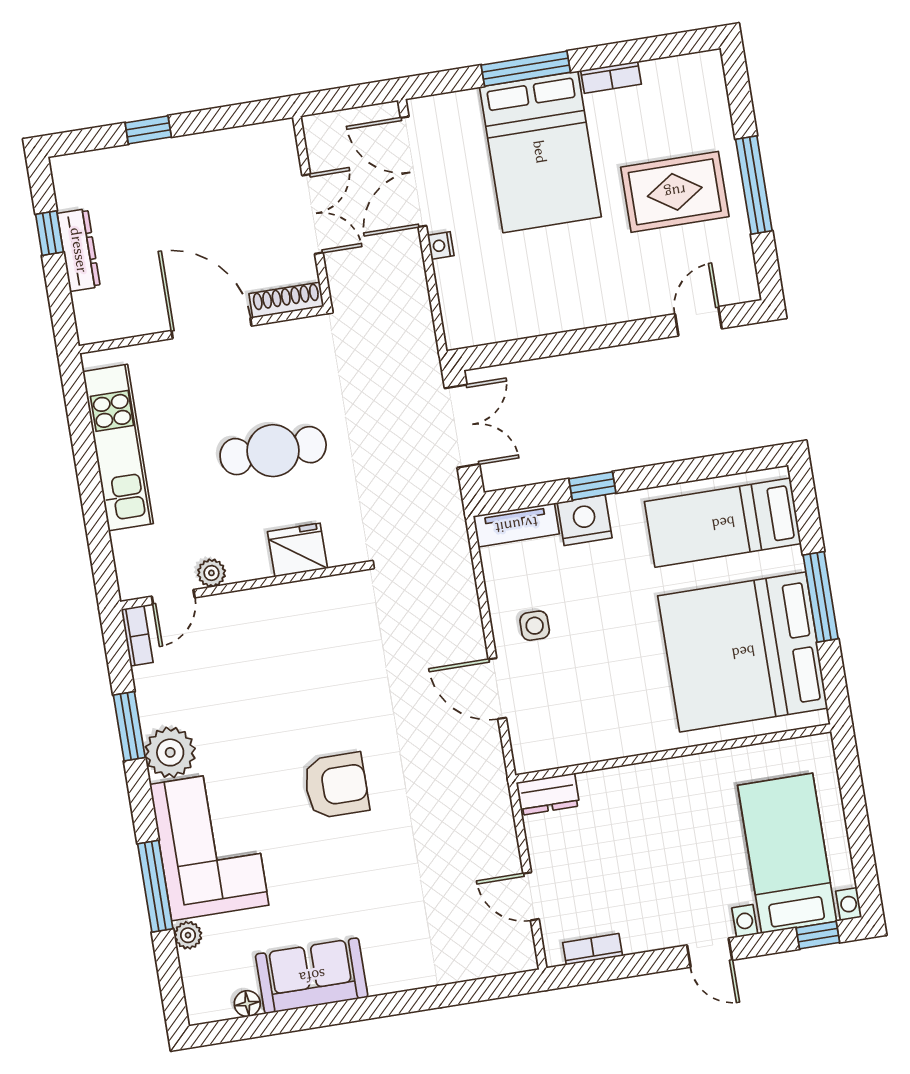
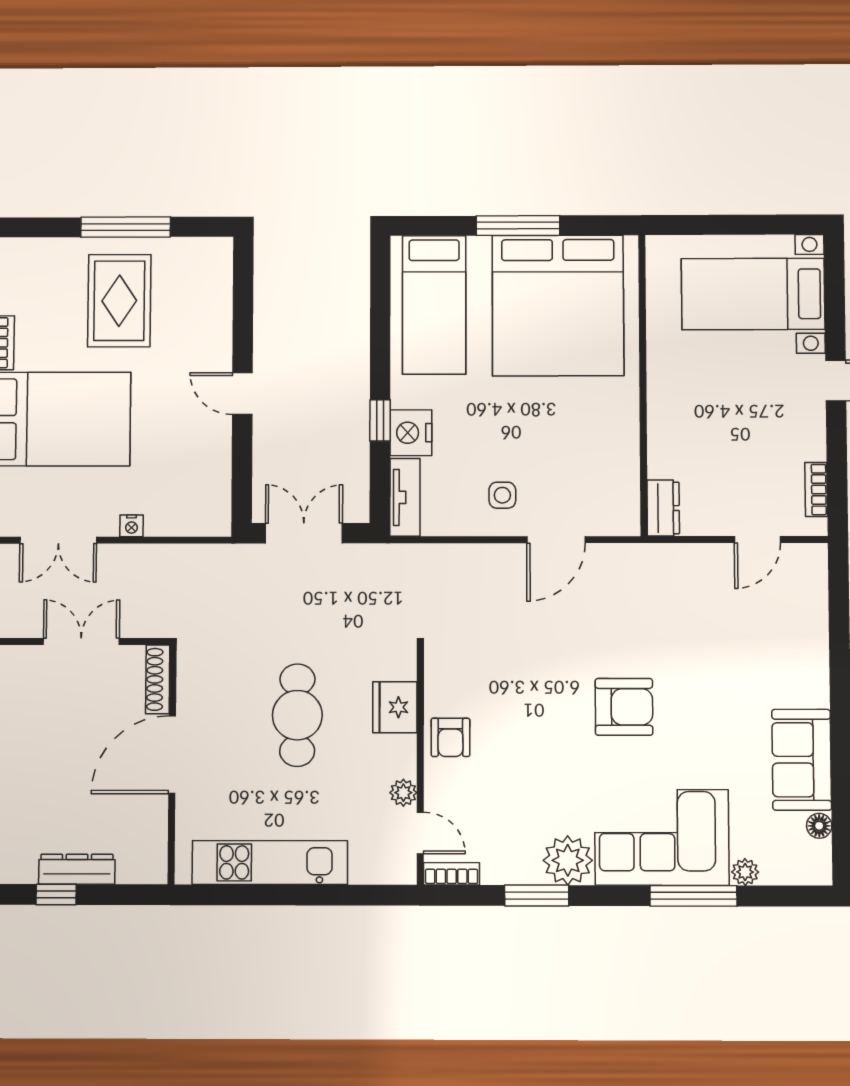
double door: (414, 172) -> (58, 540), width x0.73
door: (698, 321) -> (242, 394), moved
armchair: (276, 612) -> (450, 737), added
armchair: (336, 786) -> (624, 707), turned 90
window: (818, 935) -> (834, 277), removed

